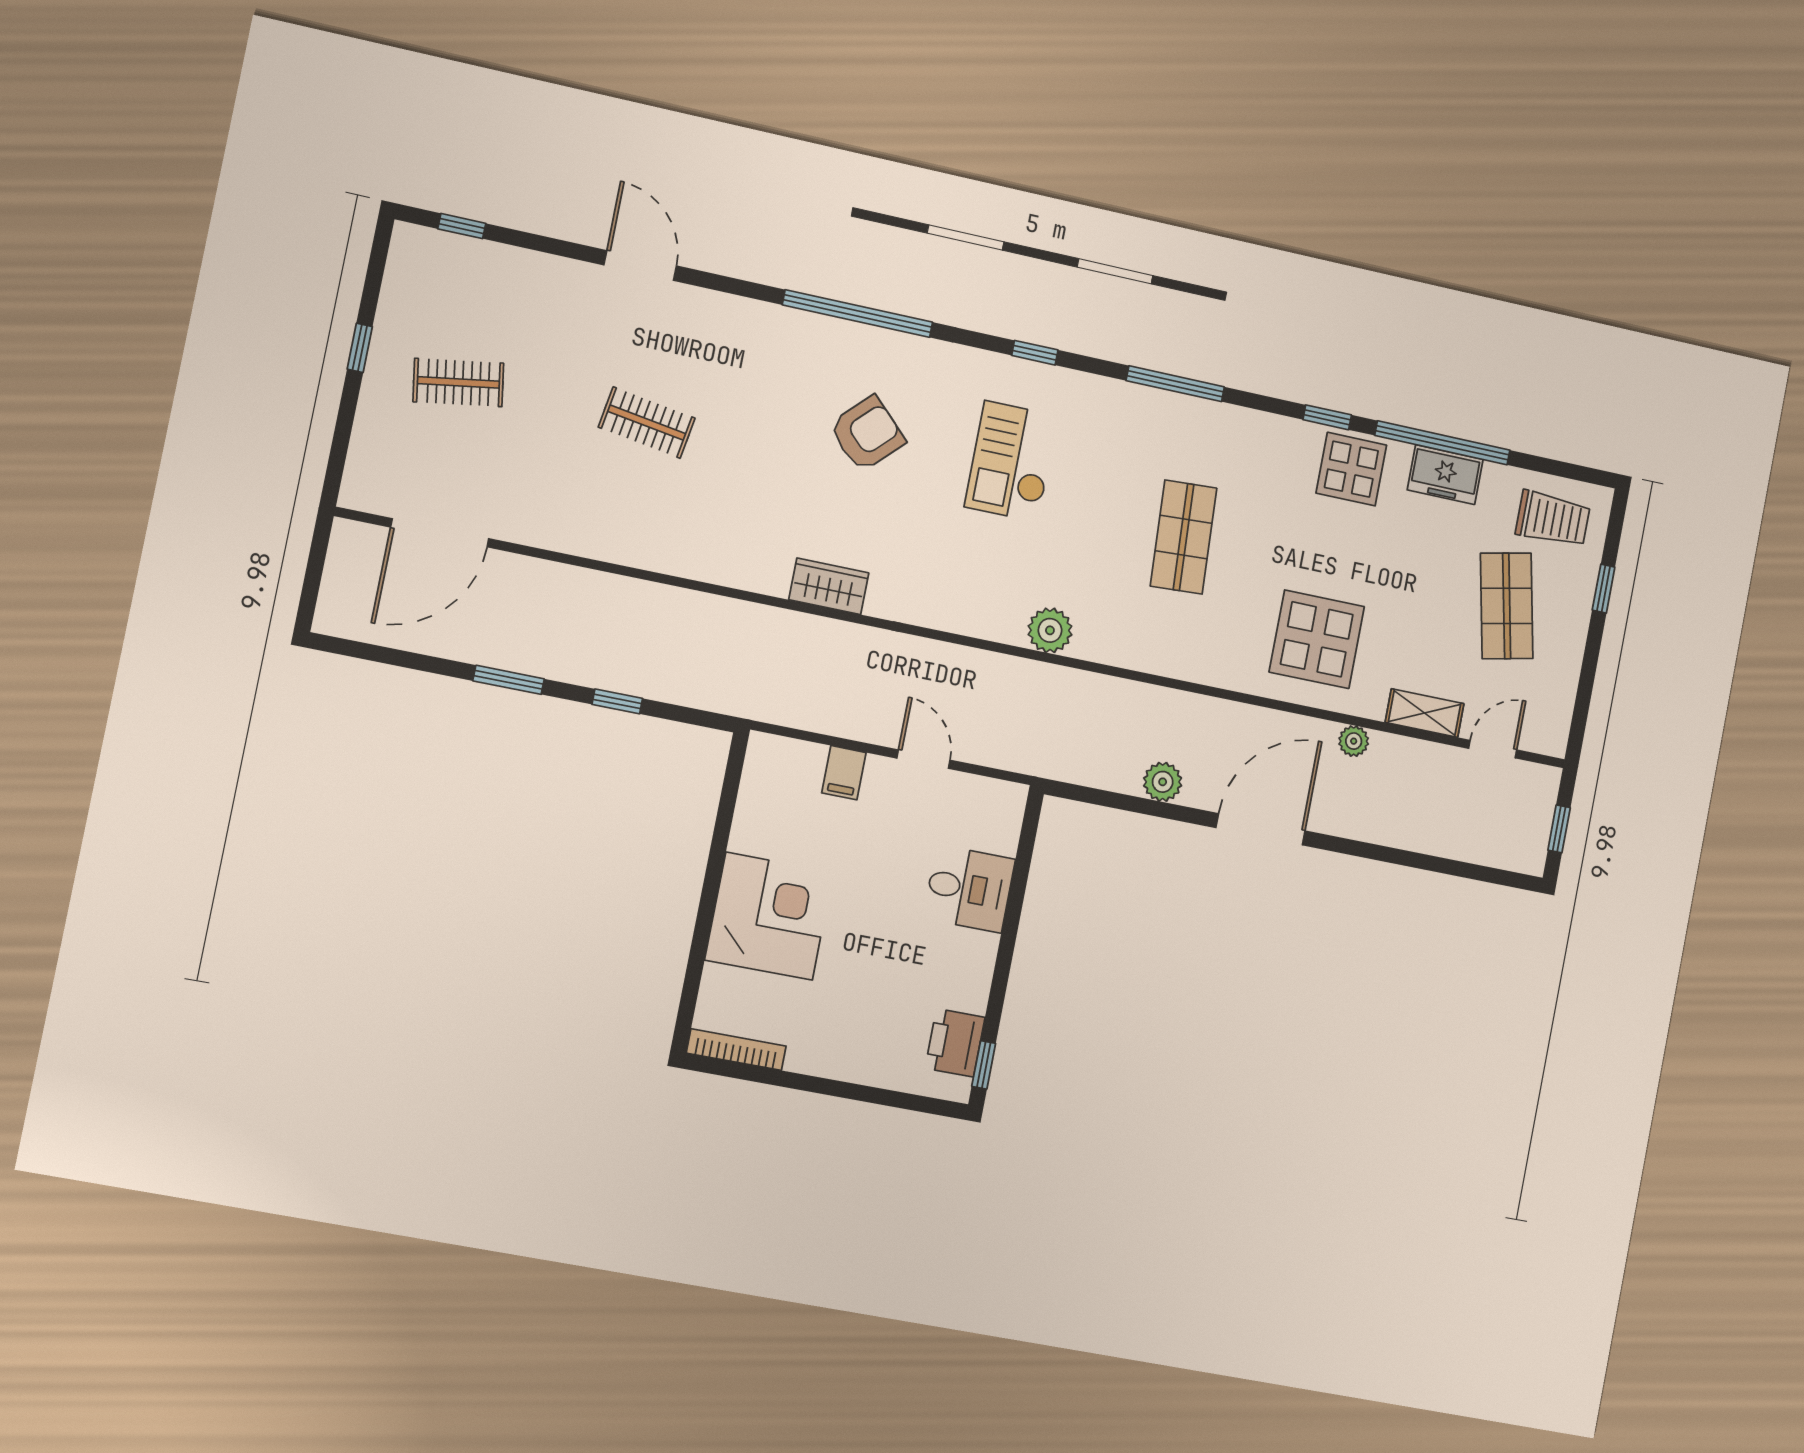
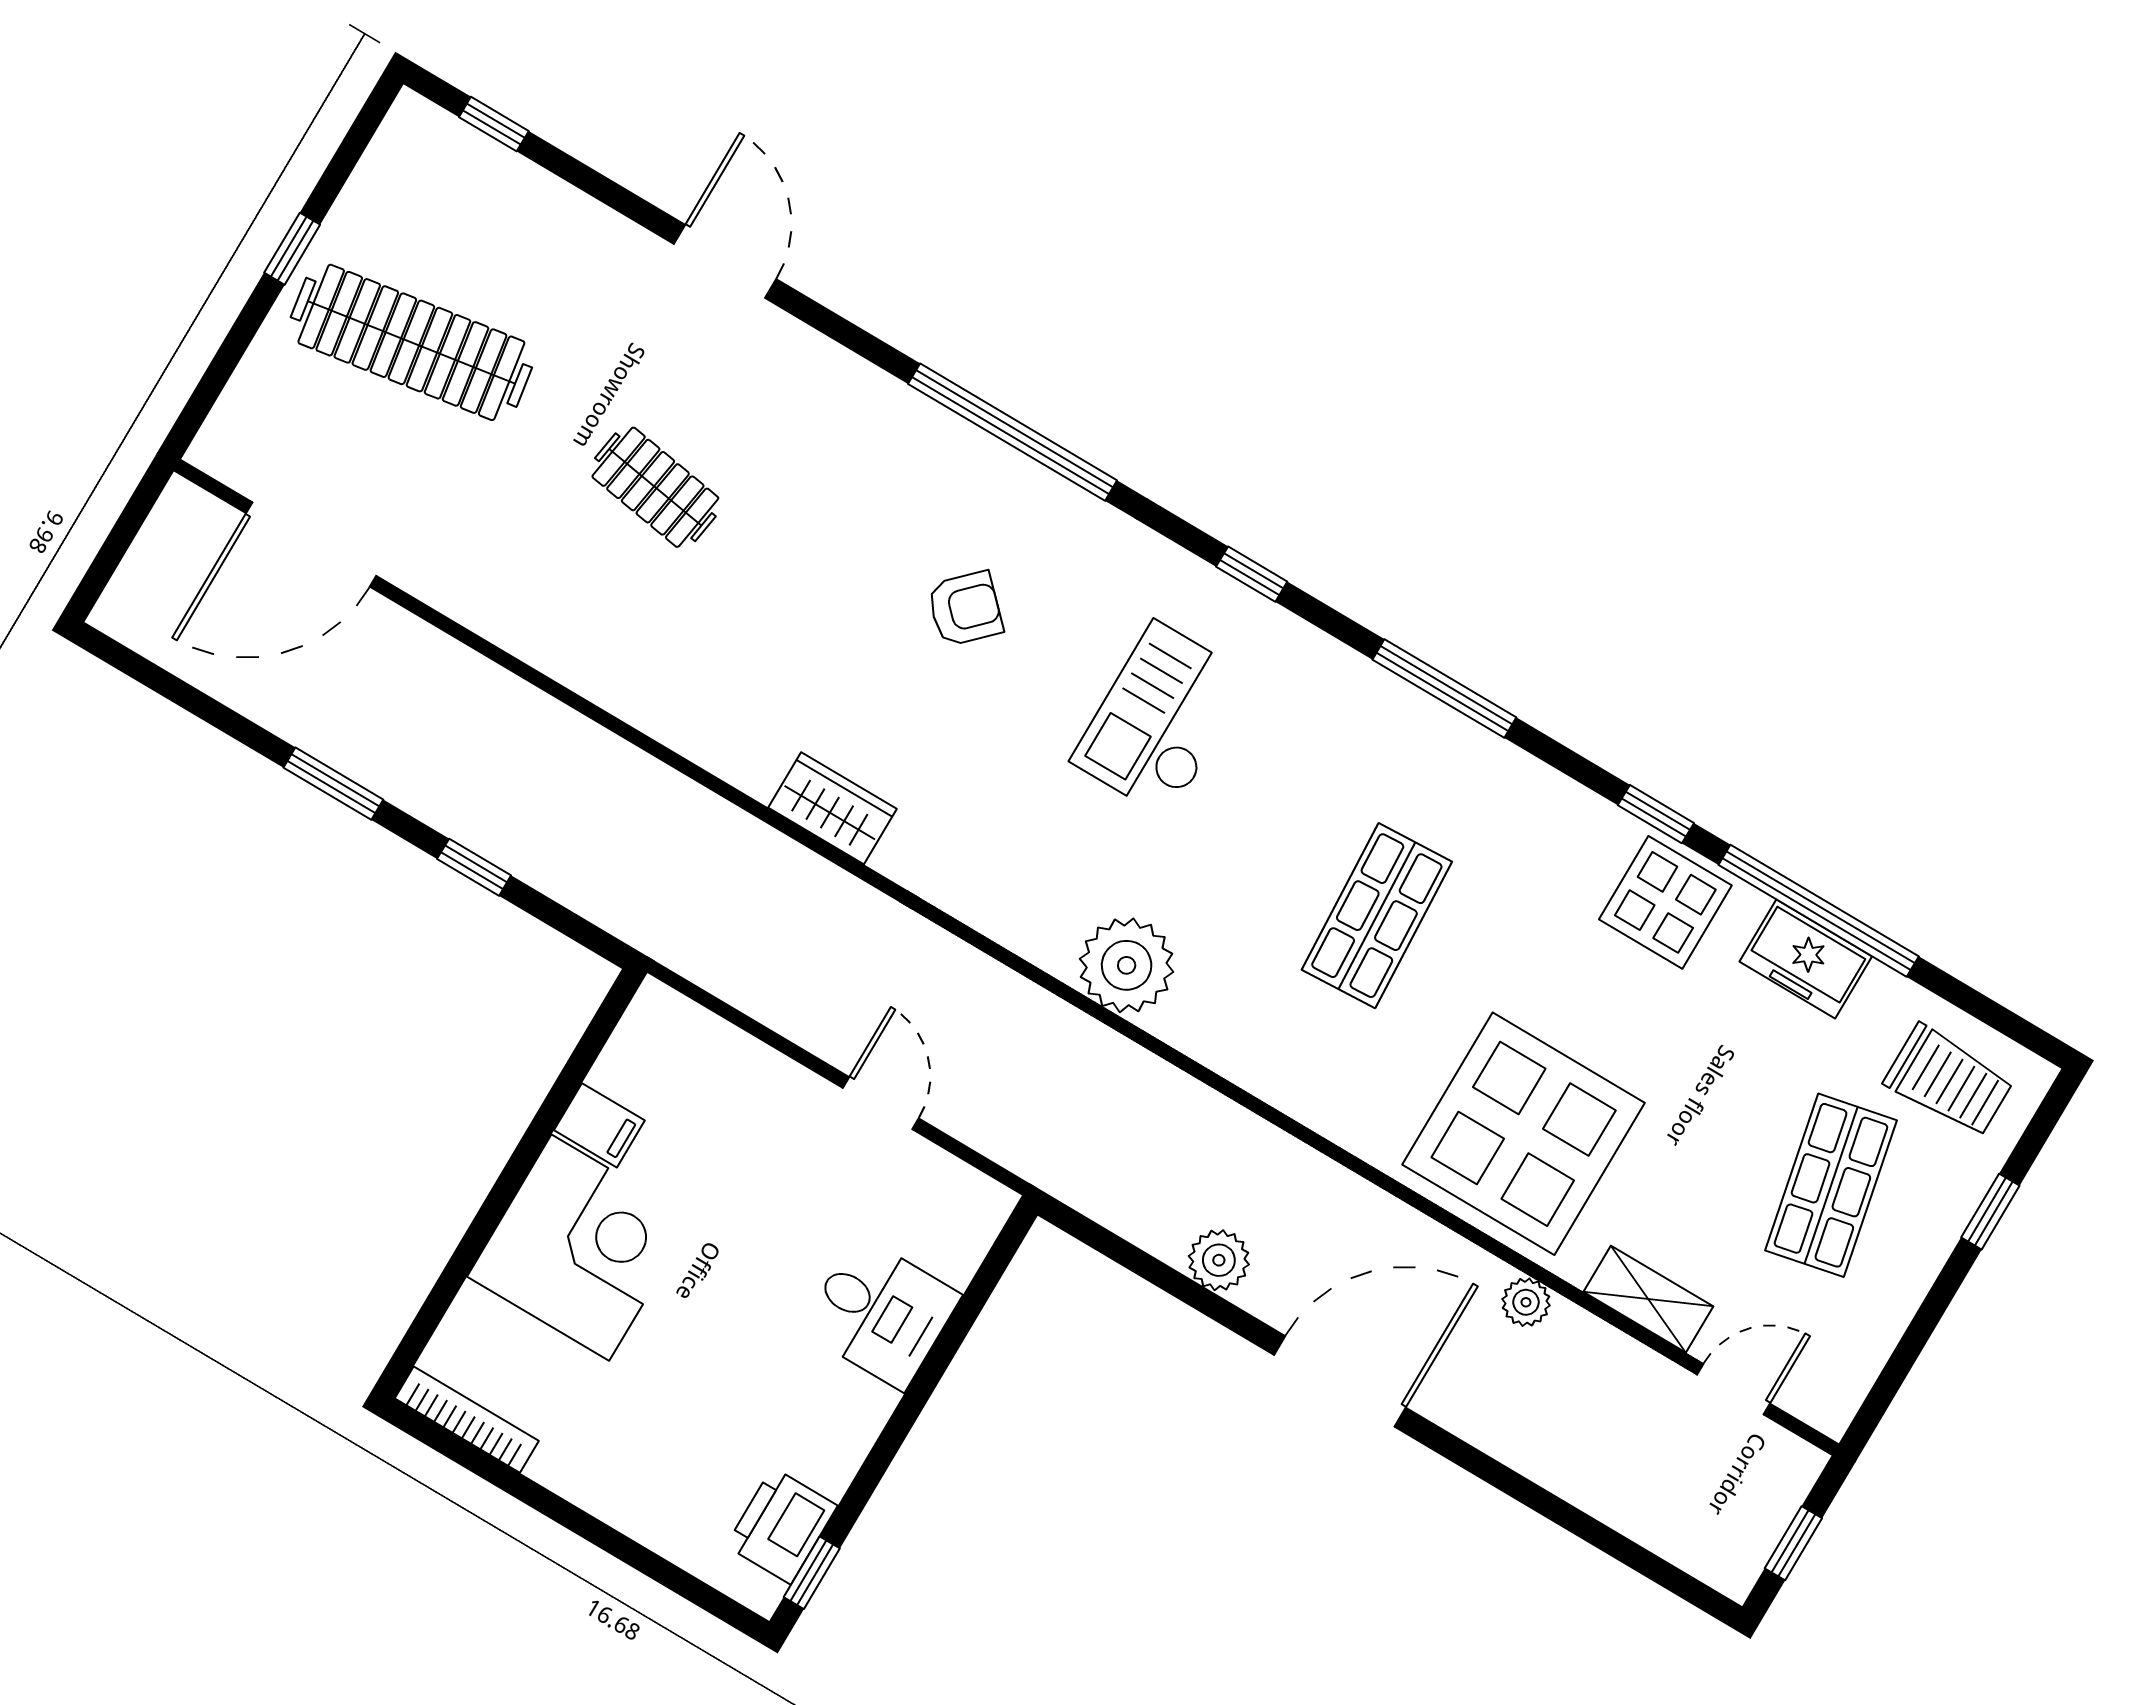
clothes rail: (458, 382) -> (411, 342), width x1.86, depth x1.31
armchair: (867, 434) -> (965, 609), width x0.72, depth x0.72
plant: (1050, 630) -> (1127, 965), width x1.36, depth x1.36
display table: (1317, 639) -> (1524, 1134), width x1.36, depth x1.36
filing cabinet: (844, 773) -> (599, 1125), moved, turned -90

